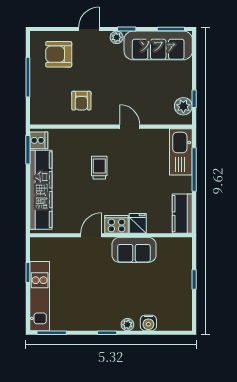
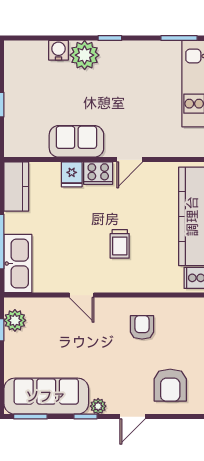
armchair: (59, 54) -> (170, 385), turned 90
plant: (127, 325) -> (85, 55), width x1.87, depth x1.87

